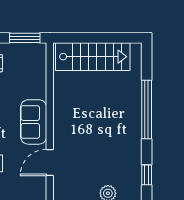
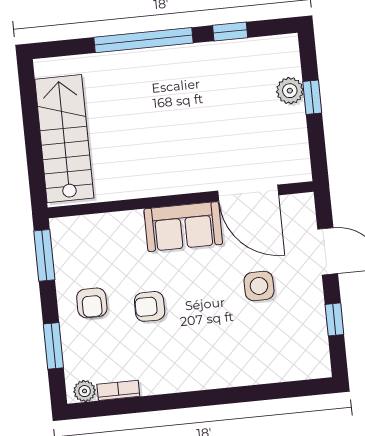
door: (50, 162) -> (248, 193), width x1.36
window: (147, 175) -> (230, 31), moved

